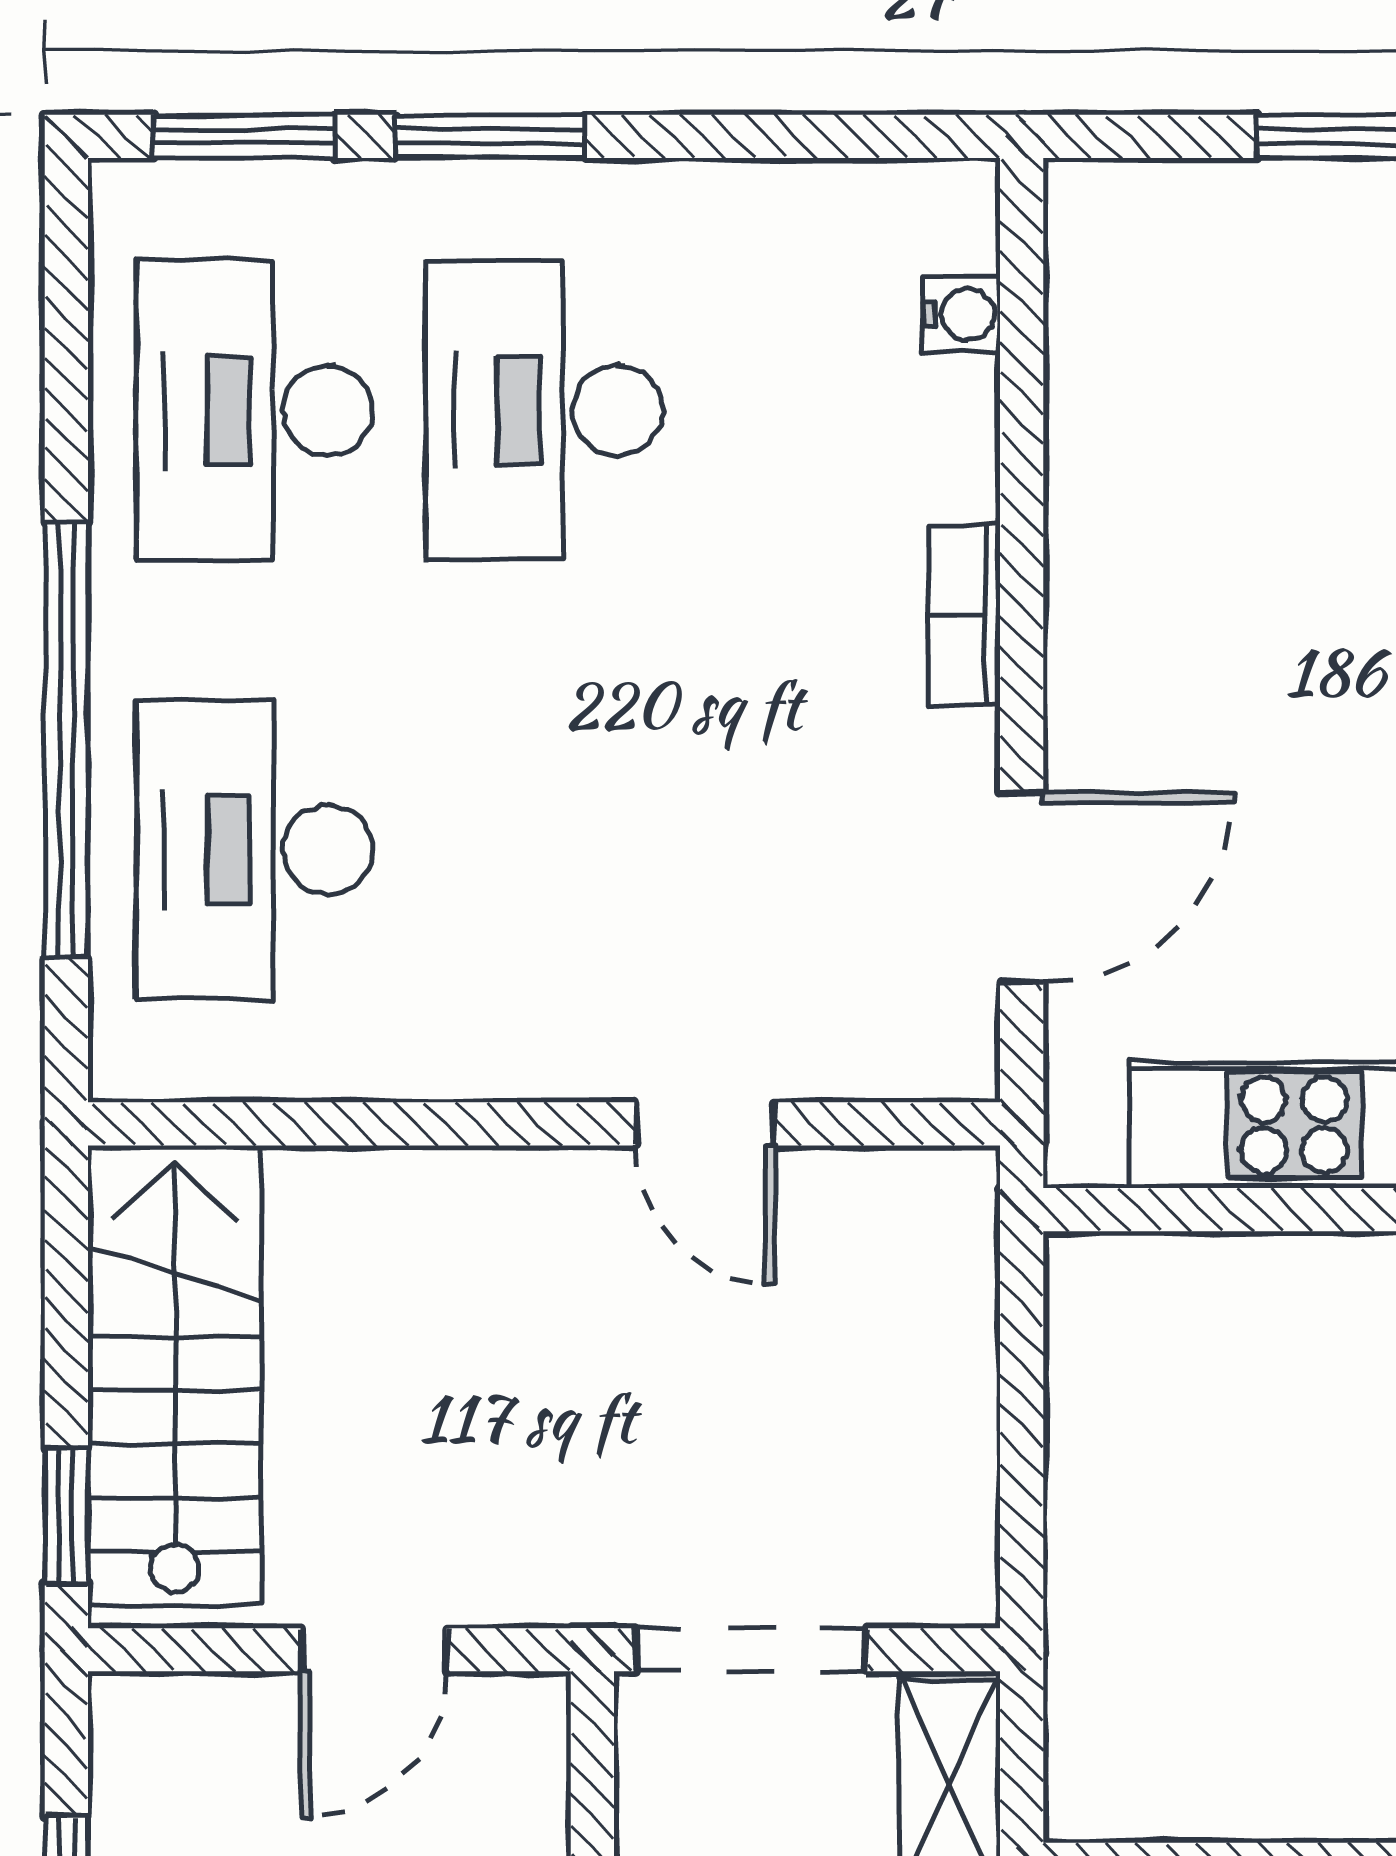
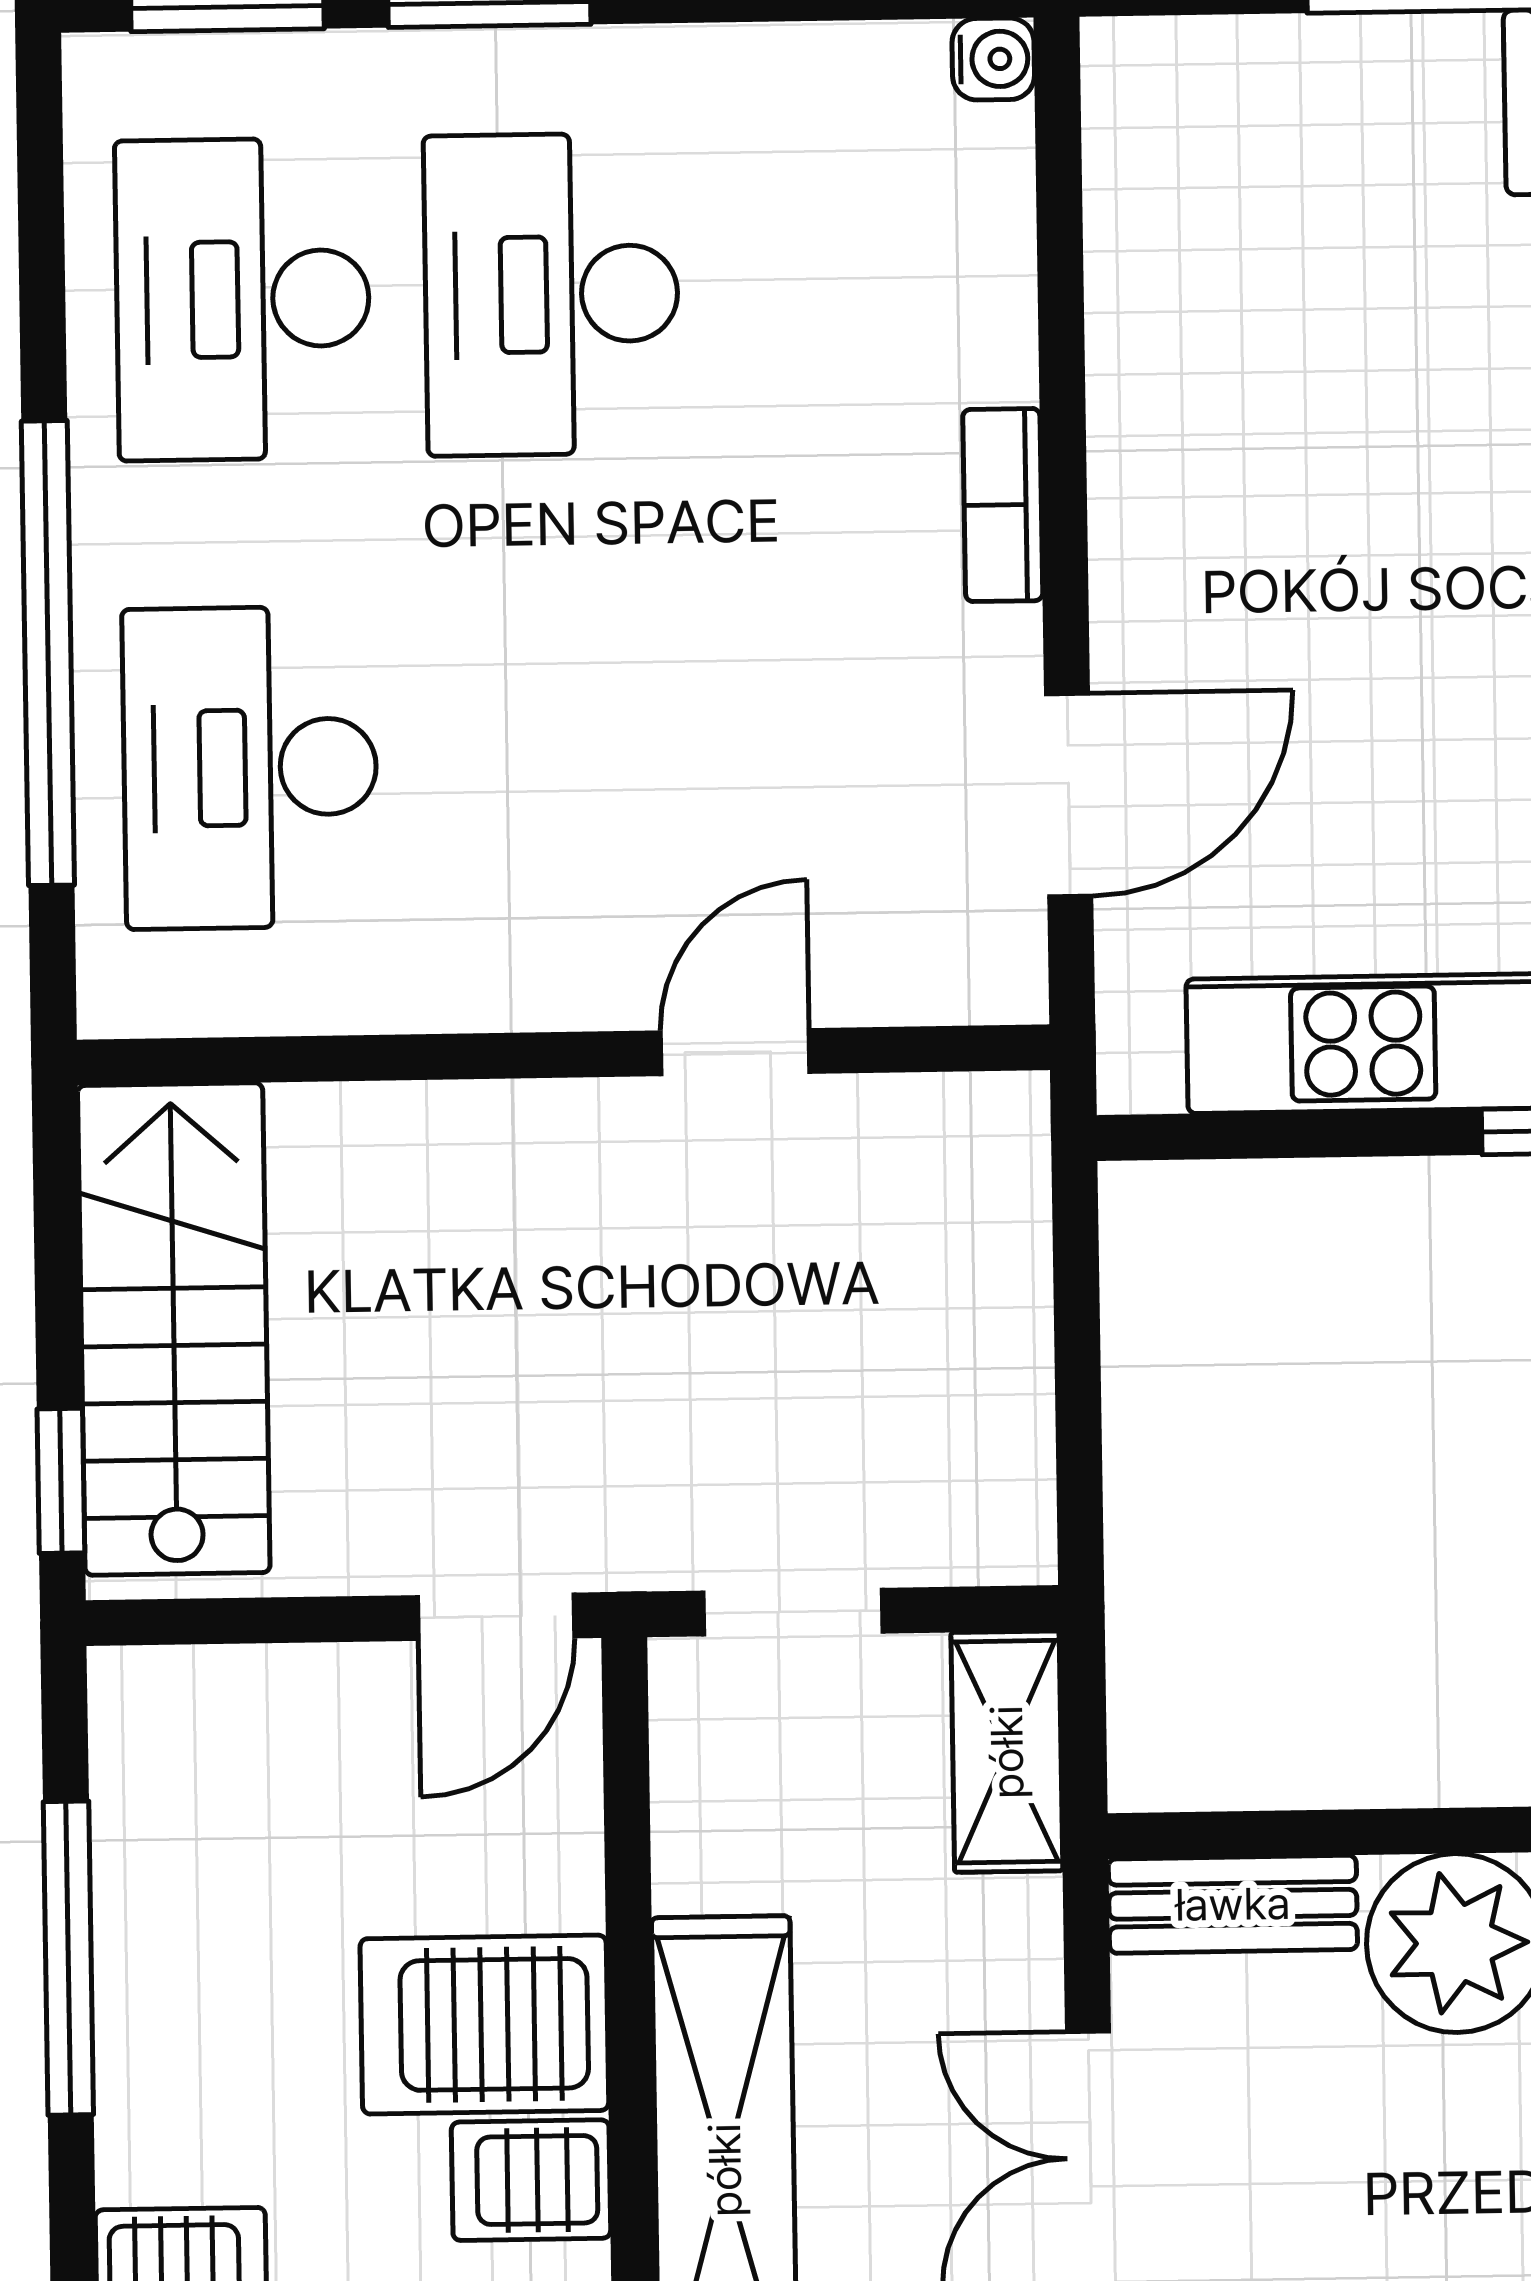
water cooler: (962, 314) -> (993, 59), moved
door: (705, 1124) -> (735, 1052), swing flipped
door: (374, 1650) -> (496, 1617), moved
doorway: (751, 1650) -> (793, 1612), width x0.73

